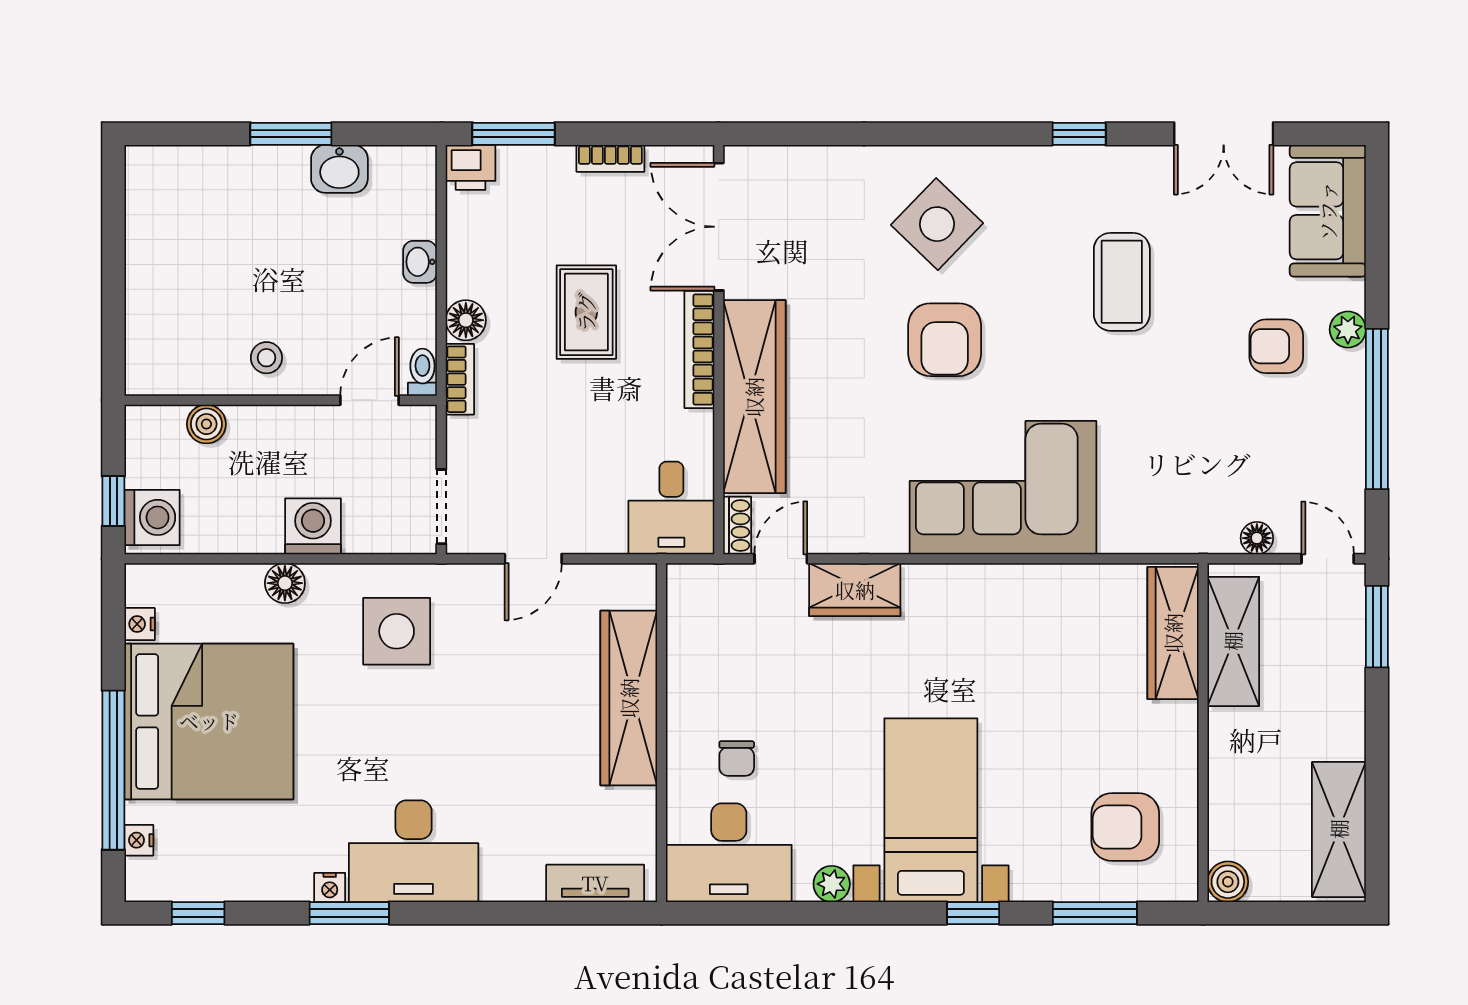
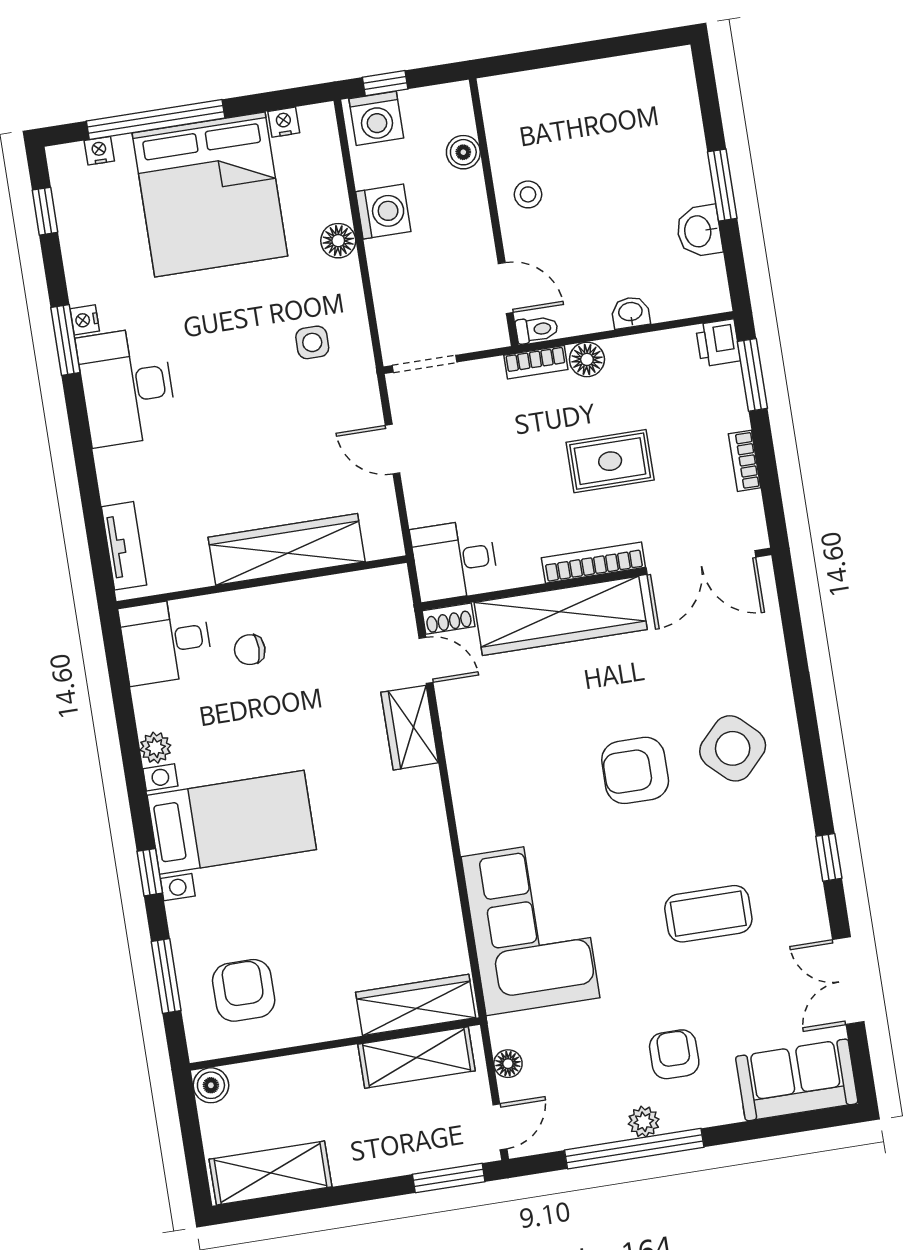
double door: (719, 227) -> (701, 563), swing flipped
plant: (1348, 330) -> (644, 1122), moved
corner sofa: (1003, 488) -> (530, 927), moved
washing machine: (313, 526) -> (383, 212), moved
side table: (397, 631) -> (312, 342), width x0.54, depth x0.54
desk: (729, 853) -> (166, 641), width x0.73

